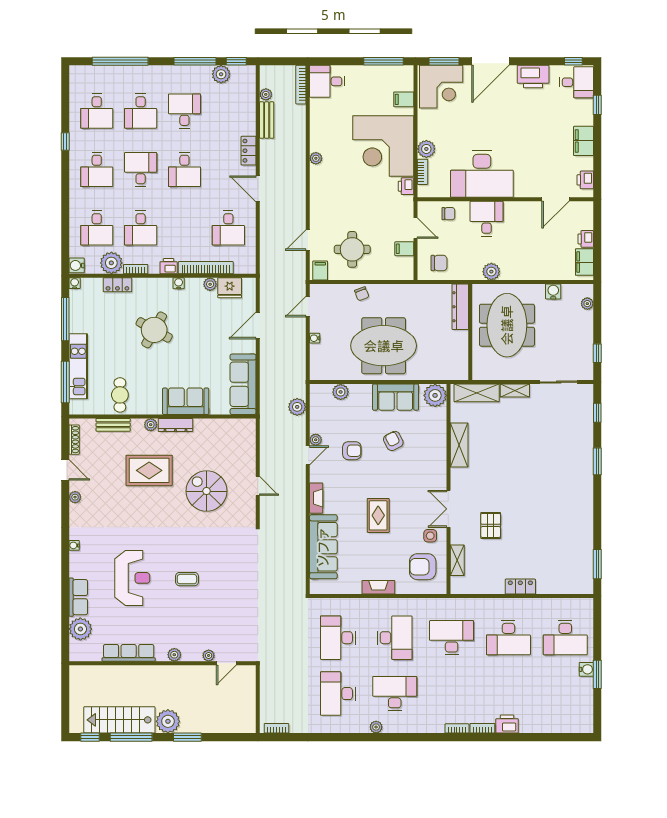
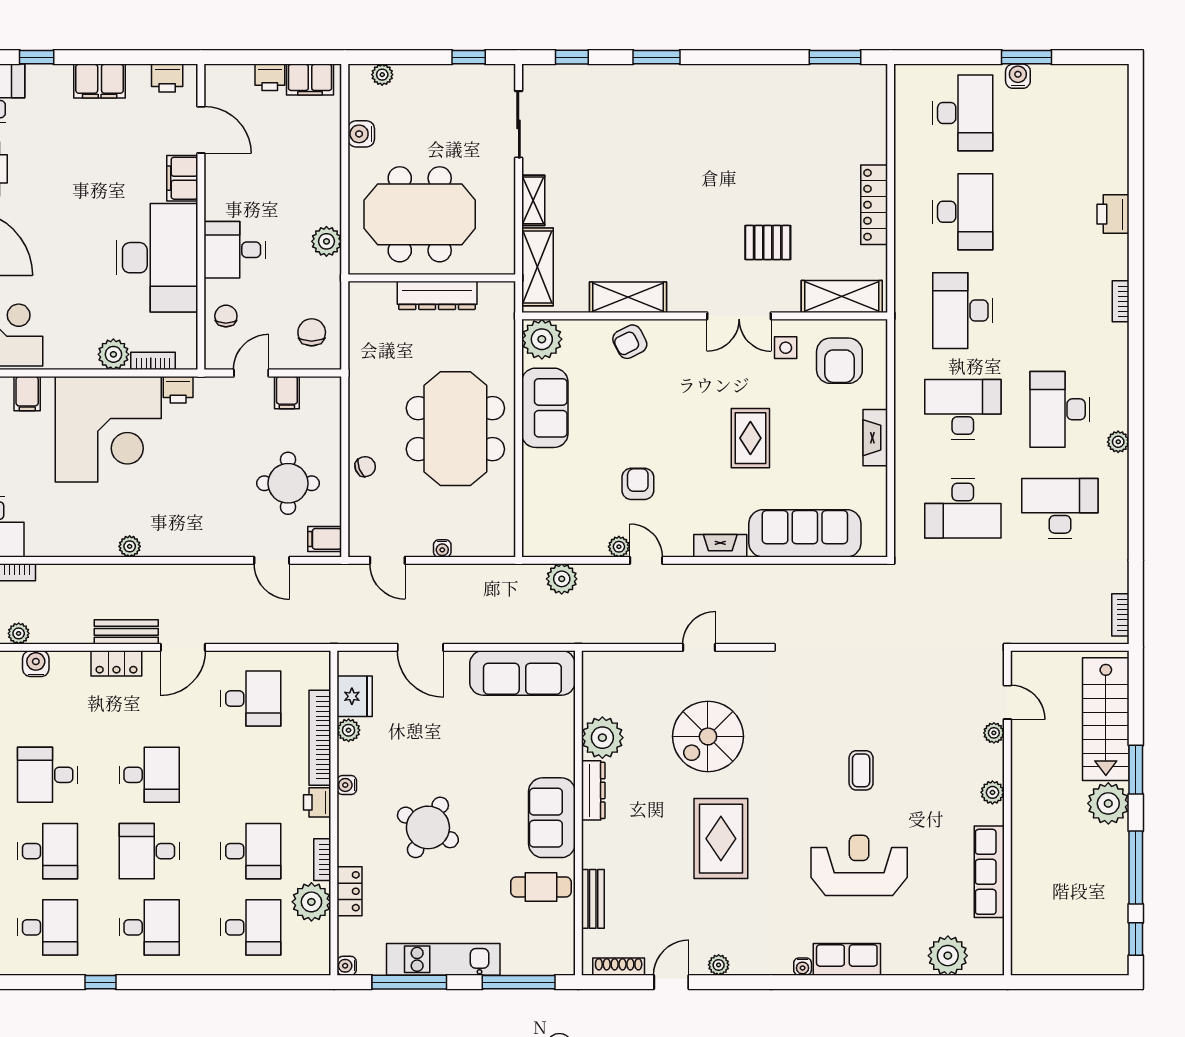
bench: (267, 120) -> (126, 632), moved
filing cabinet: (528, 189) -> (182, 178), added
water cooler: (77, 265) -> (36, 664), moved, turned 180
dresser: (460, 307) -> (437, 295), moved
kitchen unit: (78, 366) -> (443, 959), moved
plant: (341, 392) -> (536, 503), removed
sofa: (186, 401) -> (552, 818), moved
plant: (151, 425) -> (602, 738), moved, width x1.88, depth x1.88
armchair: (393, 441) -> (630, 342), moved
rug: (149, 470) -> (721, 839), moved
rug: (378, 515) -> (750, 438), turned 90
shelving: (457, 560) -> (842, 297), width x1.50, depth x1.33
locker: (520, 587) -> (874, 205), width x1.53
row of seats: (78, 597) -> (847, 959), moved
desk: (338, 694) -> (1060, 508), turned 180
stairs: (119, 720) -> (1106, 719), moved
bookcase: (482, 728) -> (1120, 257), removed

